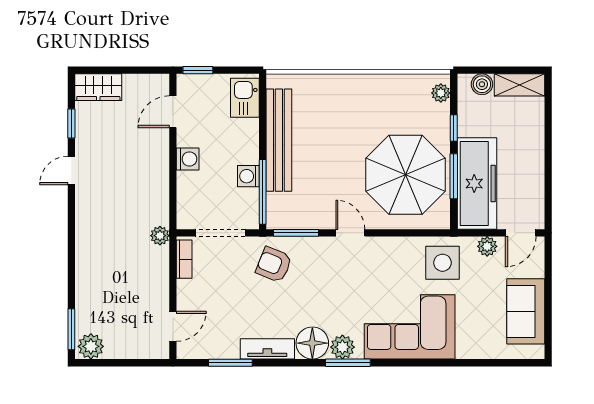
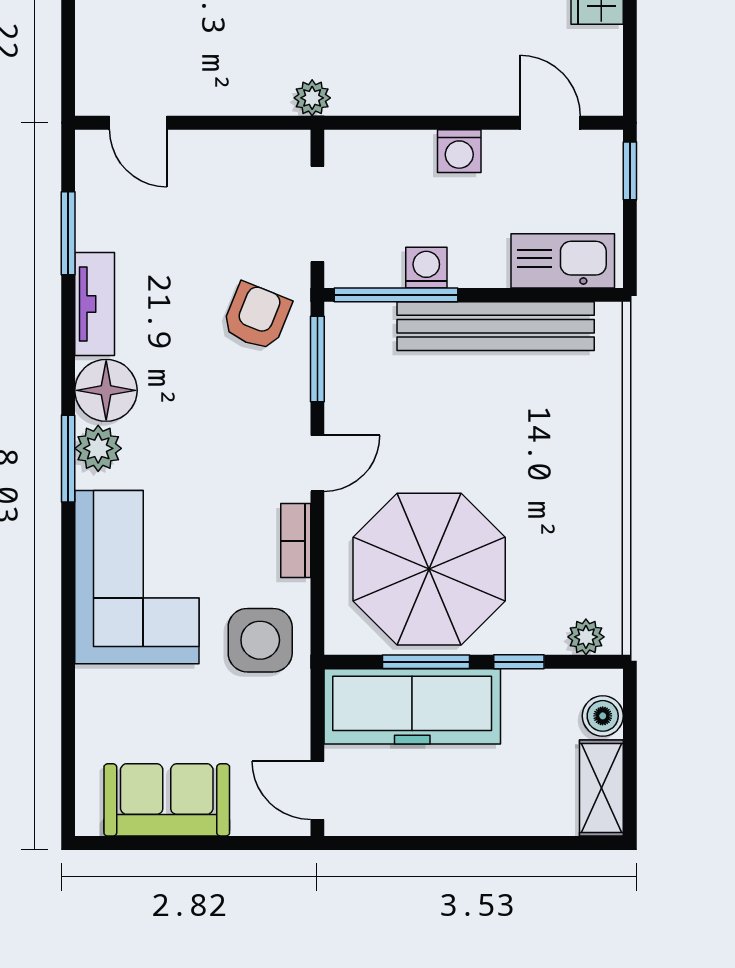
kitchen sink: (245, 98) -> (563, 261), width x1.38
plant: (487, 246) -> (292, 726), removed
bookcase: (184, 259) -> (296, 541), moved, turned 90

